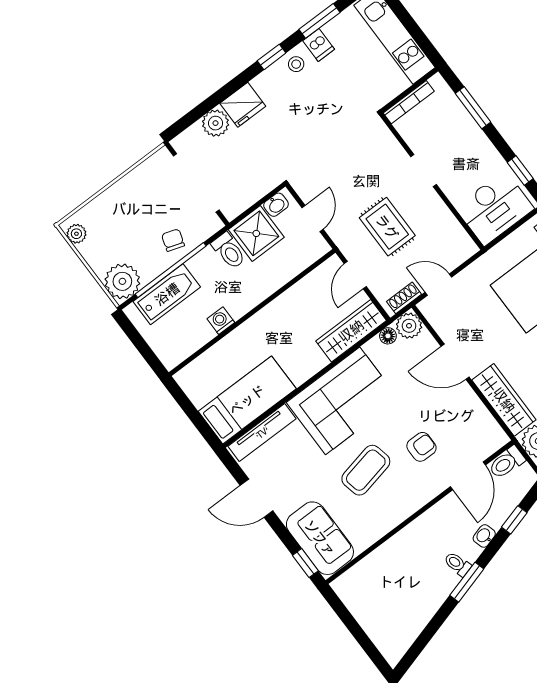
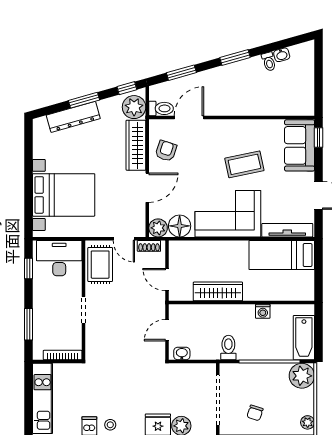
rug: (387, 227) -> (100, 265), moved
shower: (256, 233) -> (205, 346), removed
chair: (173, 240) -> (255, 413), moved
door: (355, 275) -> (167, 280), swing flipped
bathtub: (167, 294) -> (304, 338), moved, turned -90
wardrobe: (351, 331) -> (218, 291), moved, turned 180
floor lamp: (388, 336) -> (180, 226), width x1.89, depth x1.89
door: (455, 362) -> (147, 188), hinge flipped
armchair: (421, 447) -> (166, 151), moved, turned 108
window: (514, 520) -> (181, 73), width x1.50
washbasin: (484, 536) -> (282, 55), moved
toilet: (457, 564) -> (269, 62), moved

